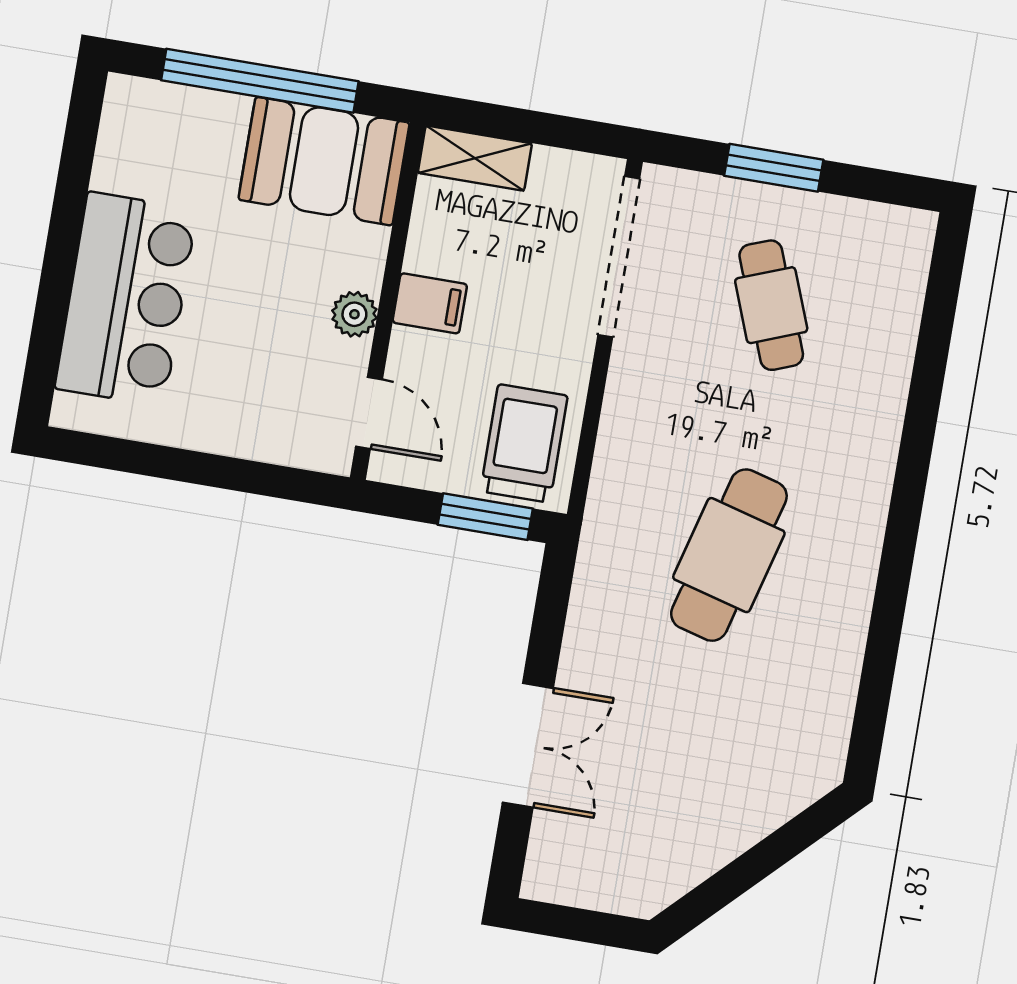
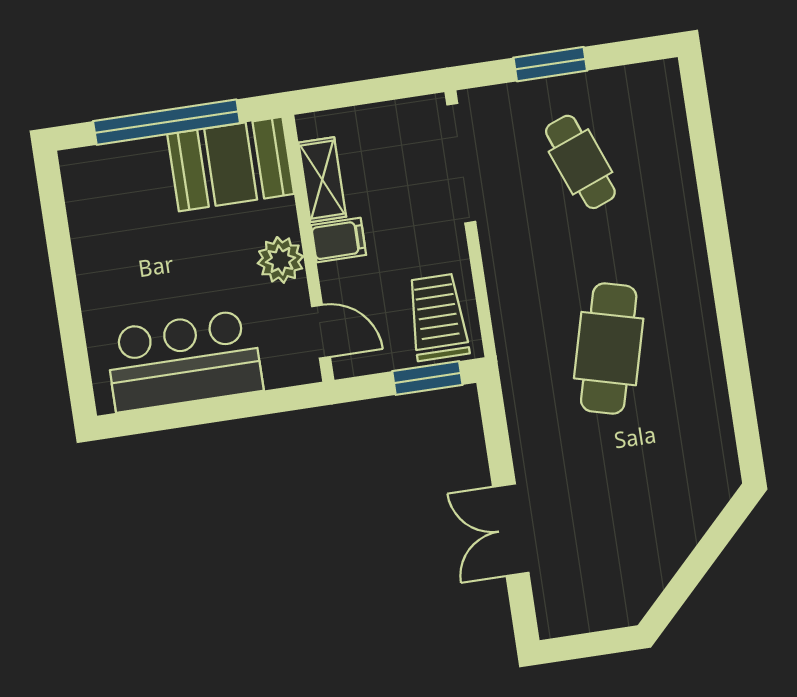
shelving: (475, 158) -> (322, 180), moved, turned 90
bar counter: (126, 299) -> (184, 361), moved, turned -90
plant: (354, 314) -> (281, 260), width x1.38, depth x1.38
double door: (528, 745) -> (511, 530), swing flipped

